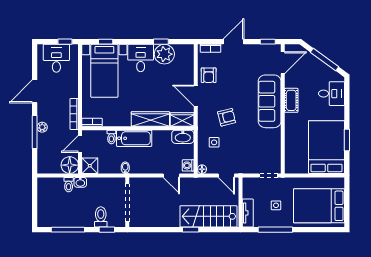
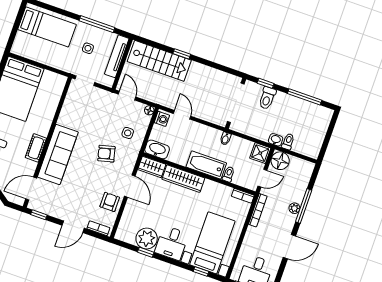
bed: (319, 206) -> (47, 27), width x0.67
tv unit: (248, 213) -> (117, 56), width x1.41

